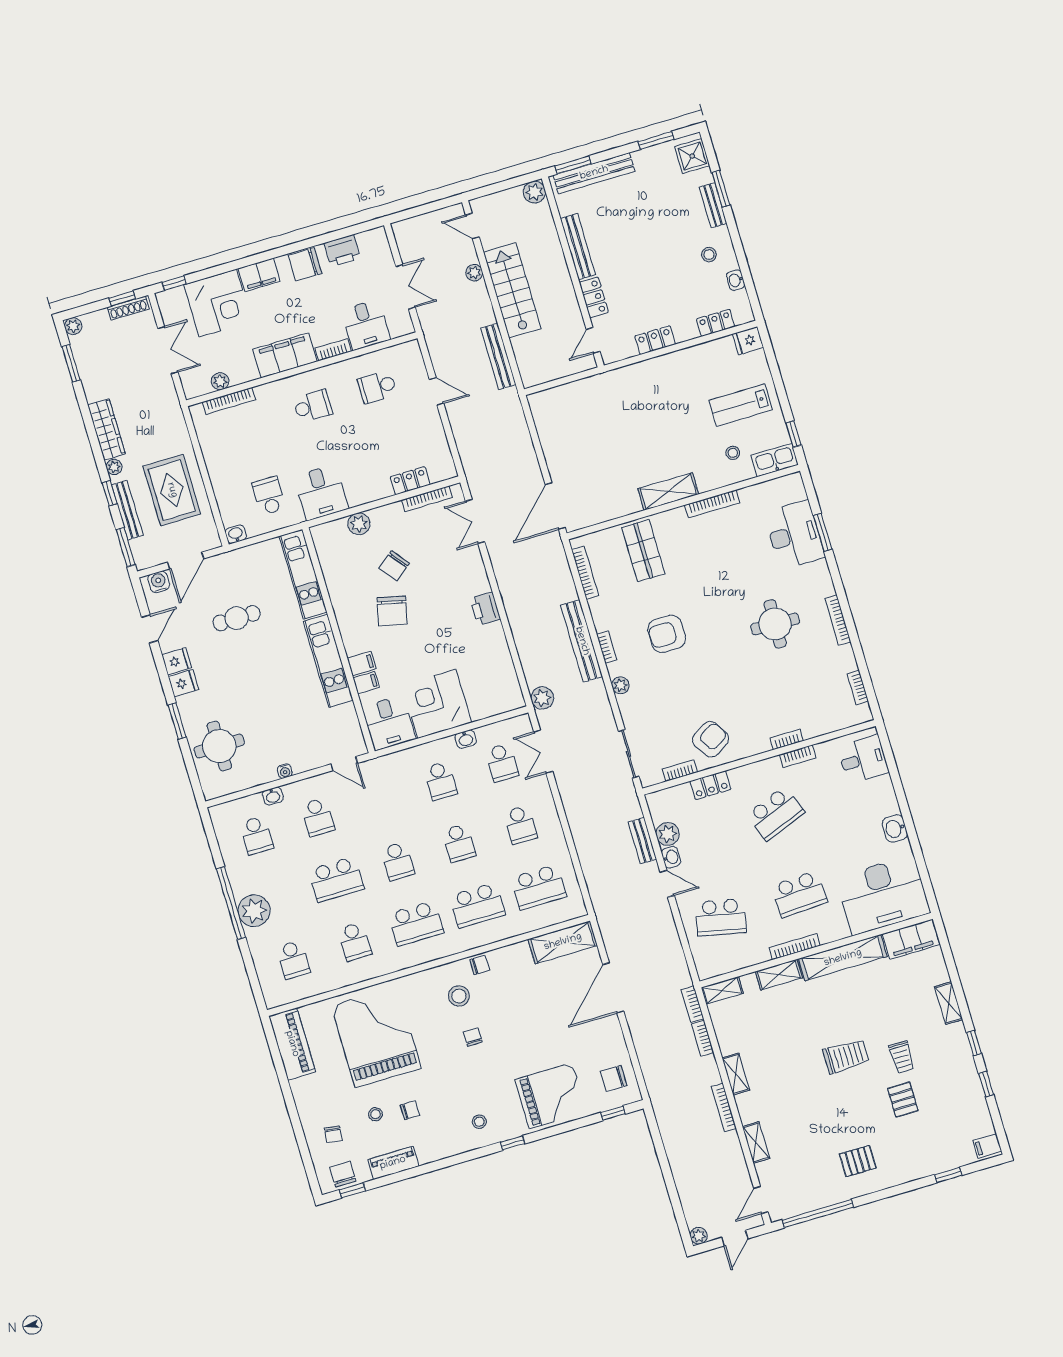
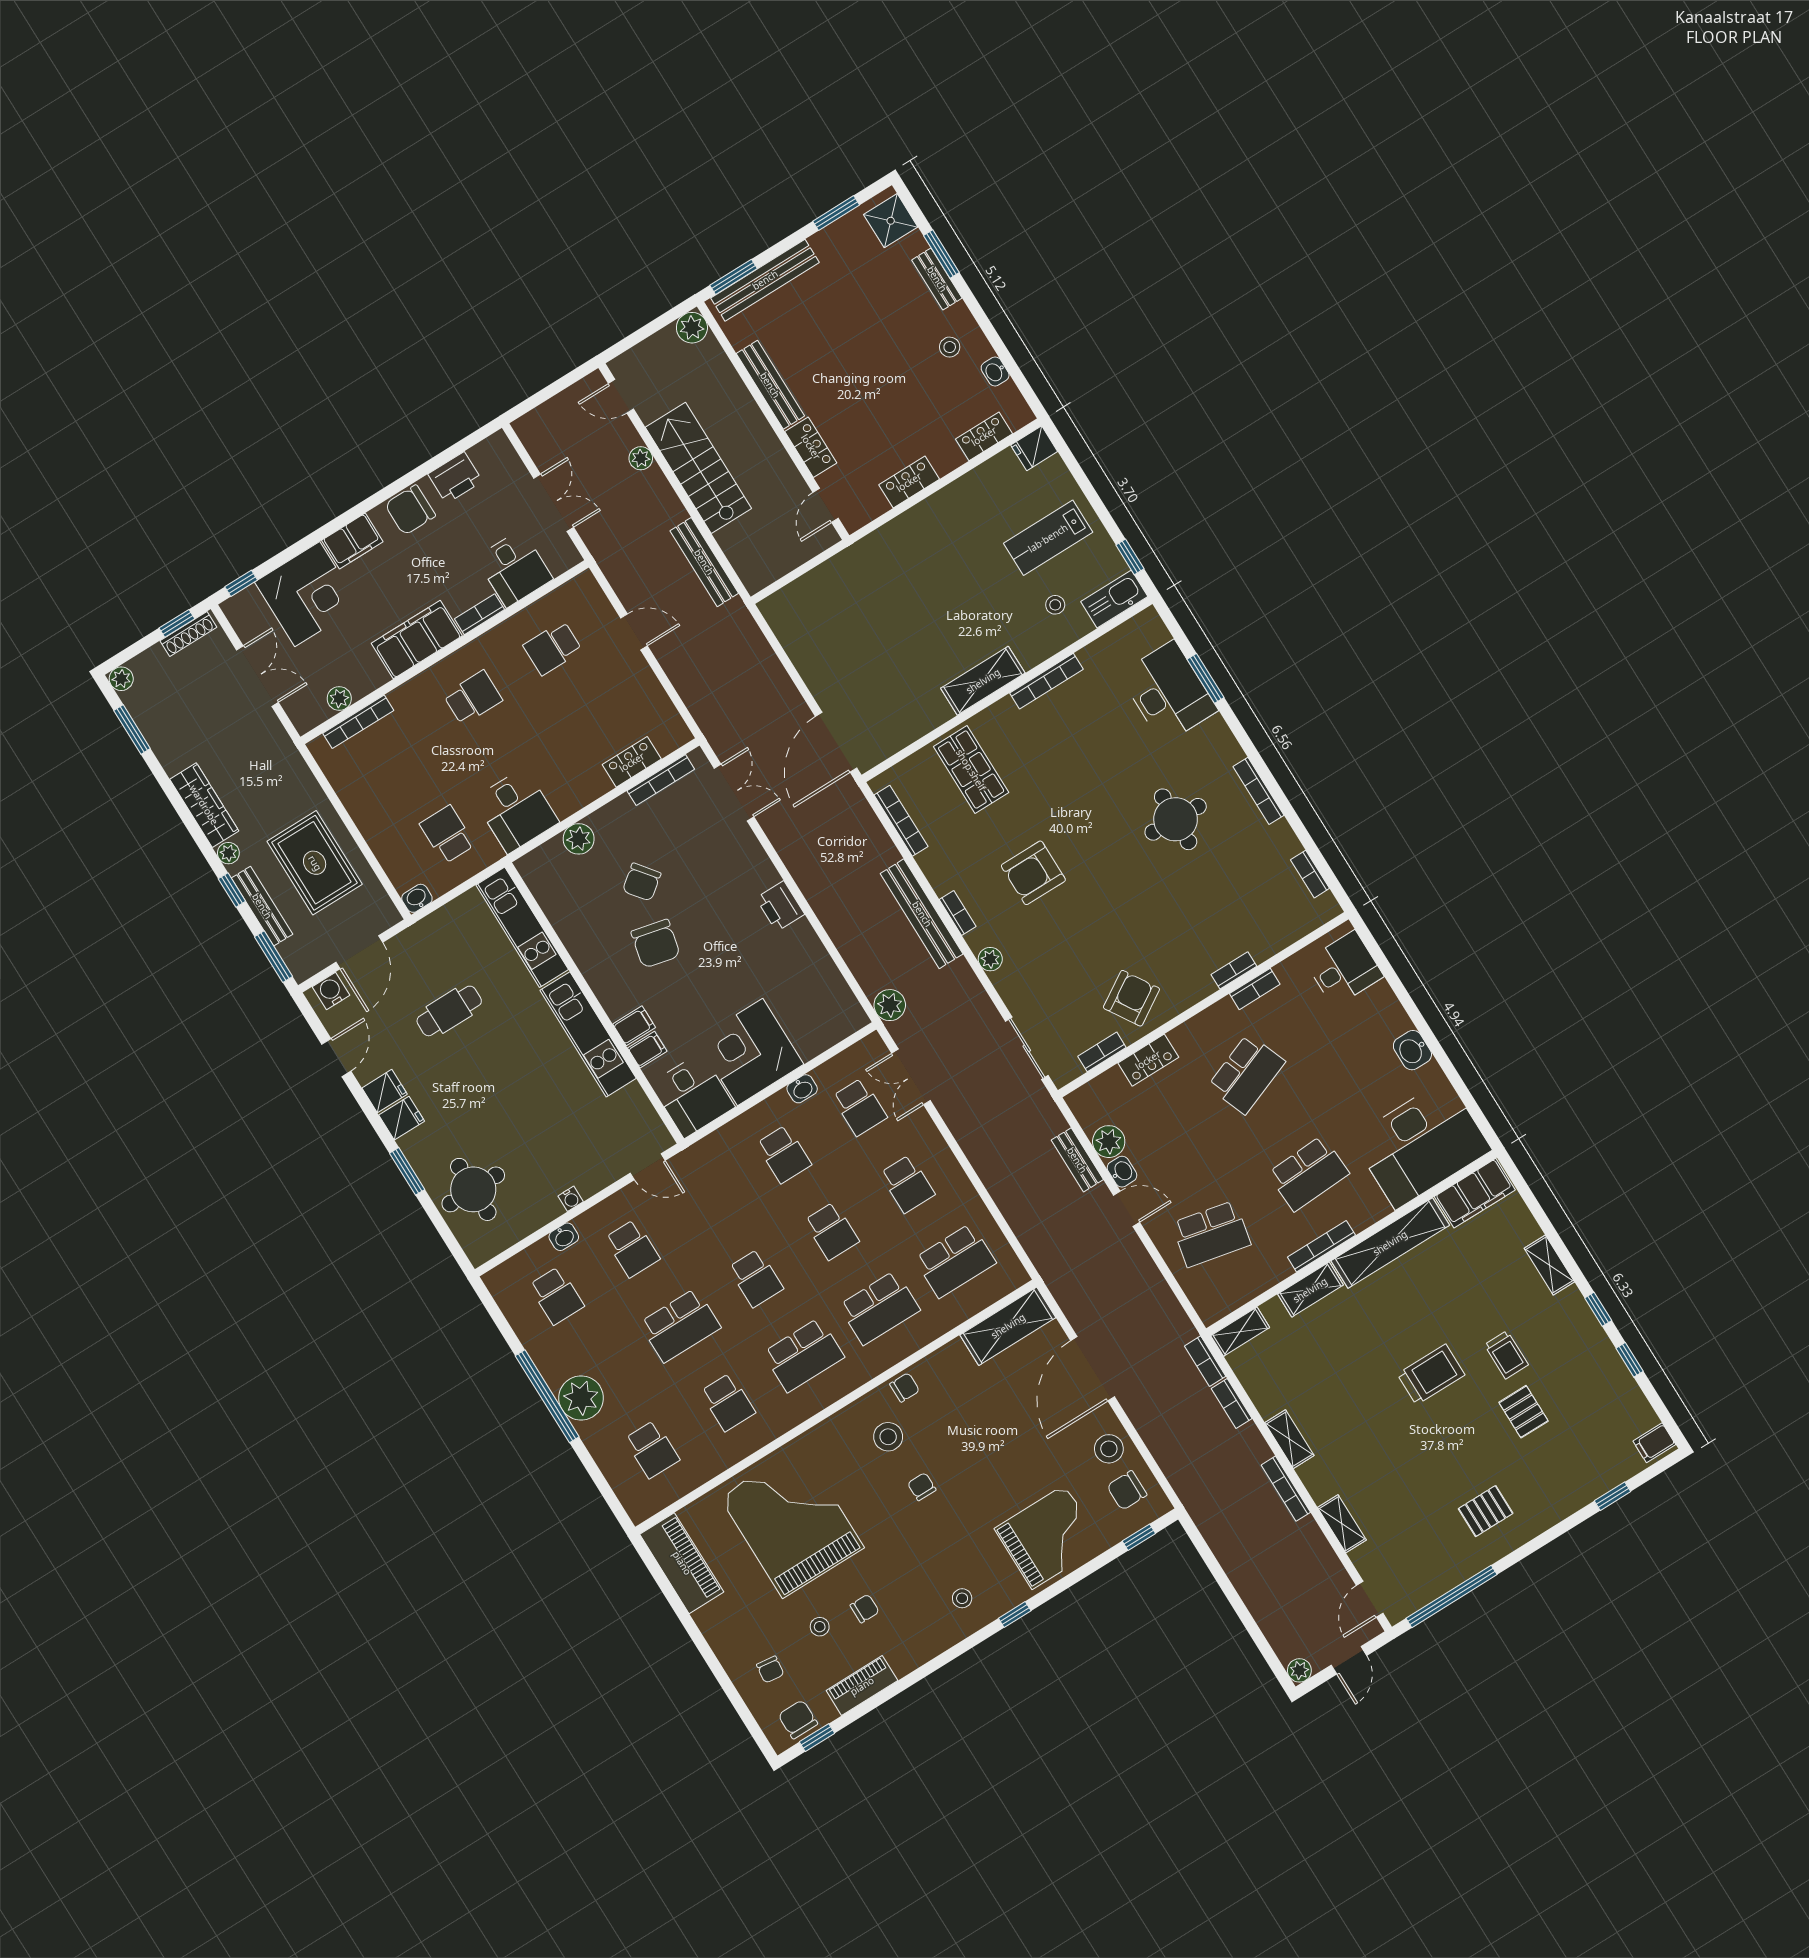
double door: (475, 521) -> (734, 792), swing flipped
stool: (609, 1046) -> (1109, 1449), added

